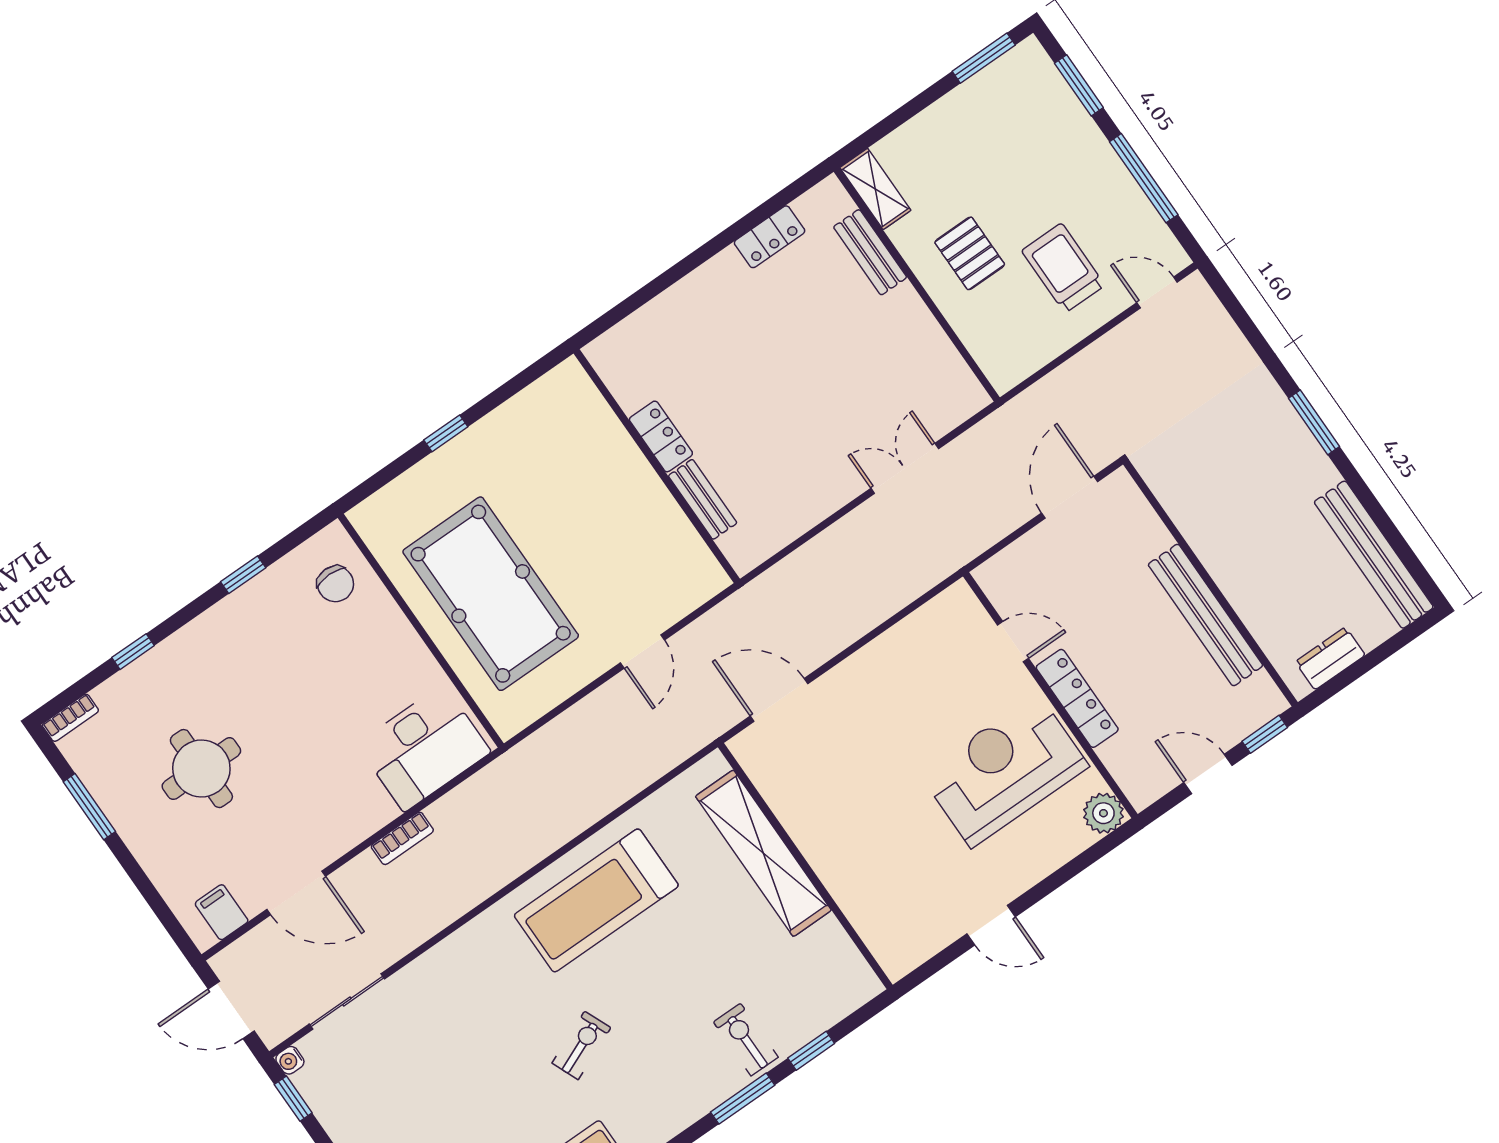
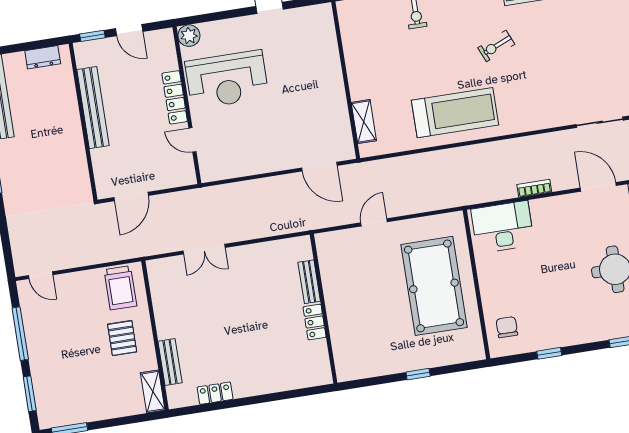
trolley: (1063, 268) -> (120, 288), moved
shelving: (763, 853) -> (364, 122), width x0.45, depth x0.75

